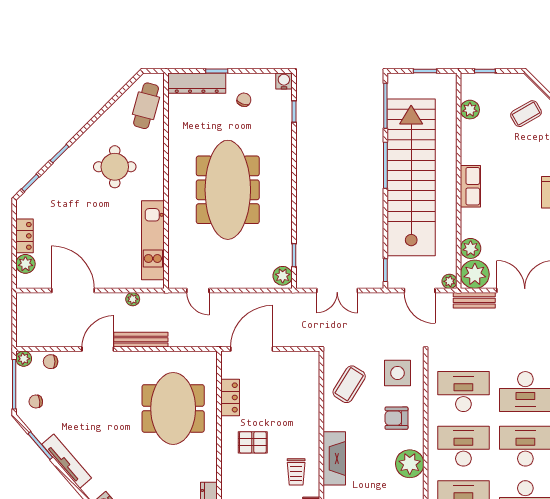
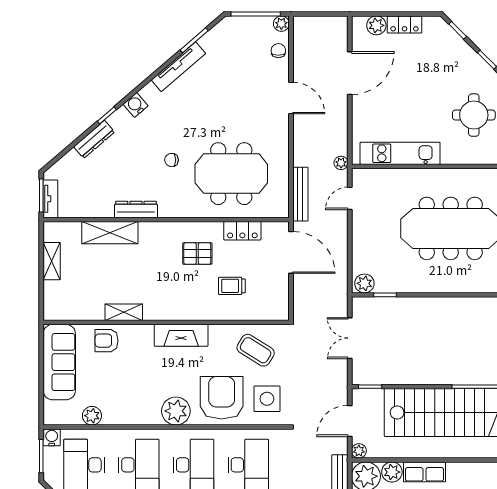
row of seats: (470, 186) -> (424, 472), moved
plant: (133, 299) -> (341, 163), moved
bench: (141, 340) -> (300, 194), moved
chair: (36, 402) -> (172, 160), moved, turned -84
armchair: (396, 418) -> (222, 398), width x1.88, depth x1.88
pallet: (253, 442) -> (197, 254), turned 90
trolley: (296, 472) -> (232, 286), moved

